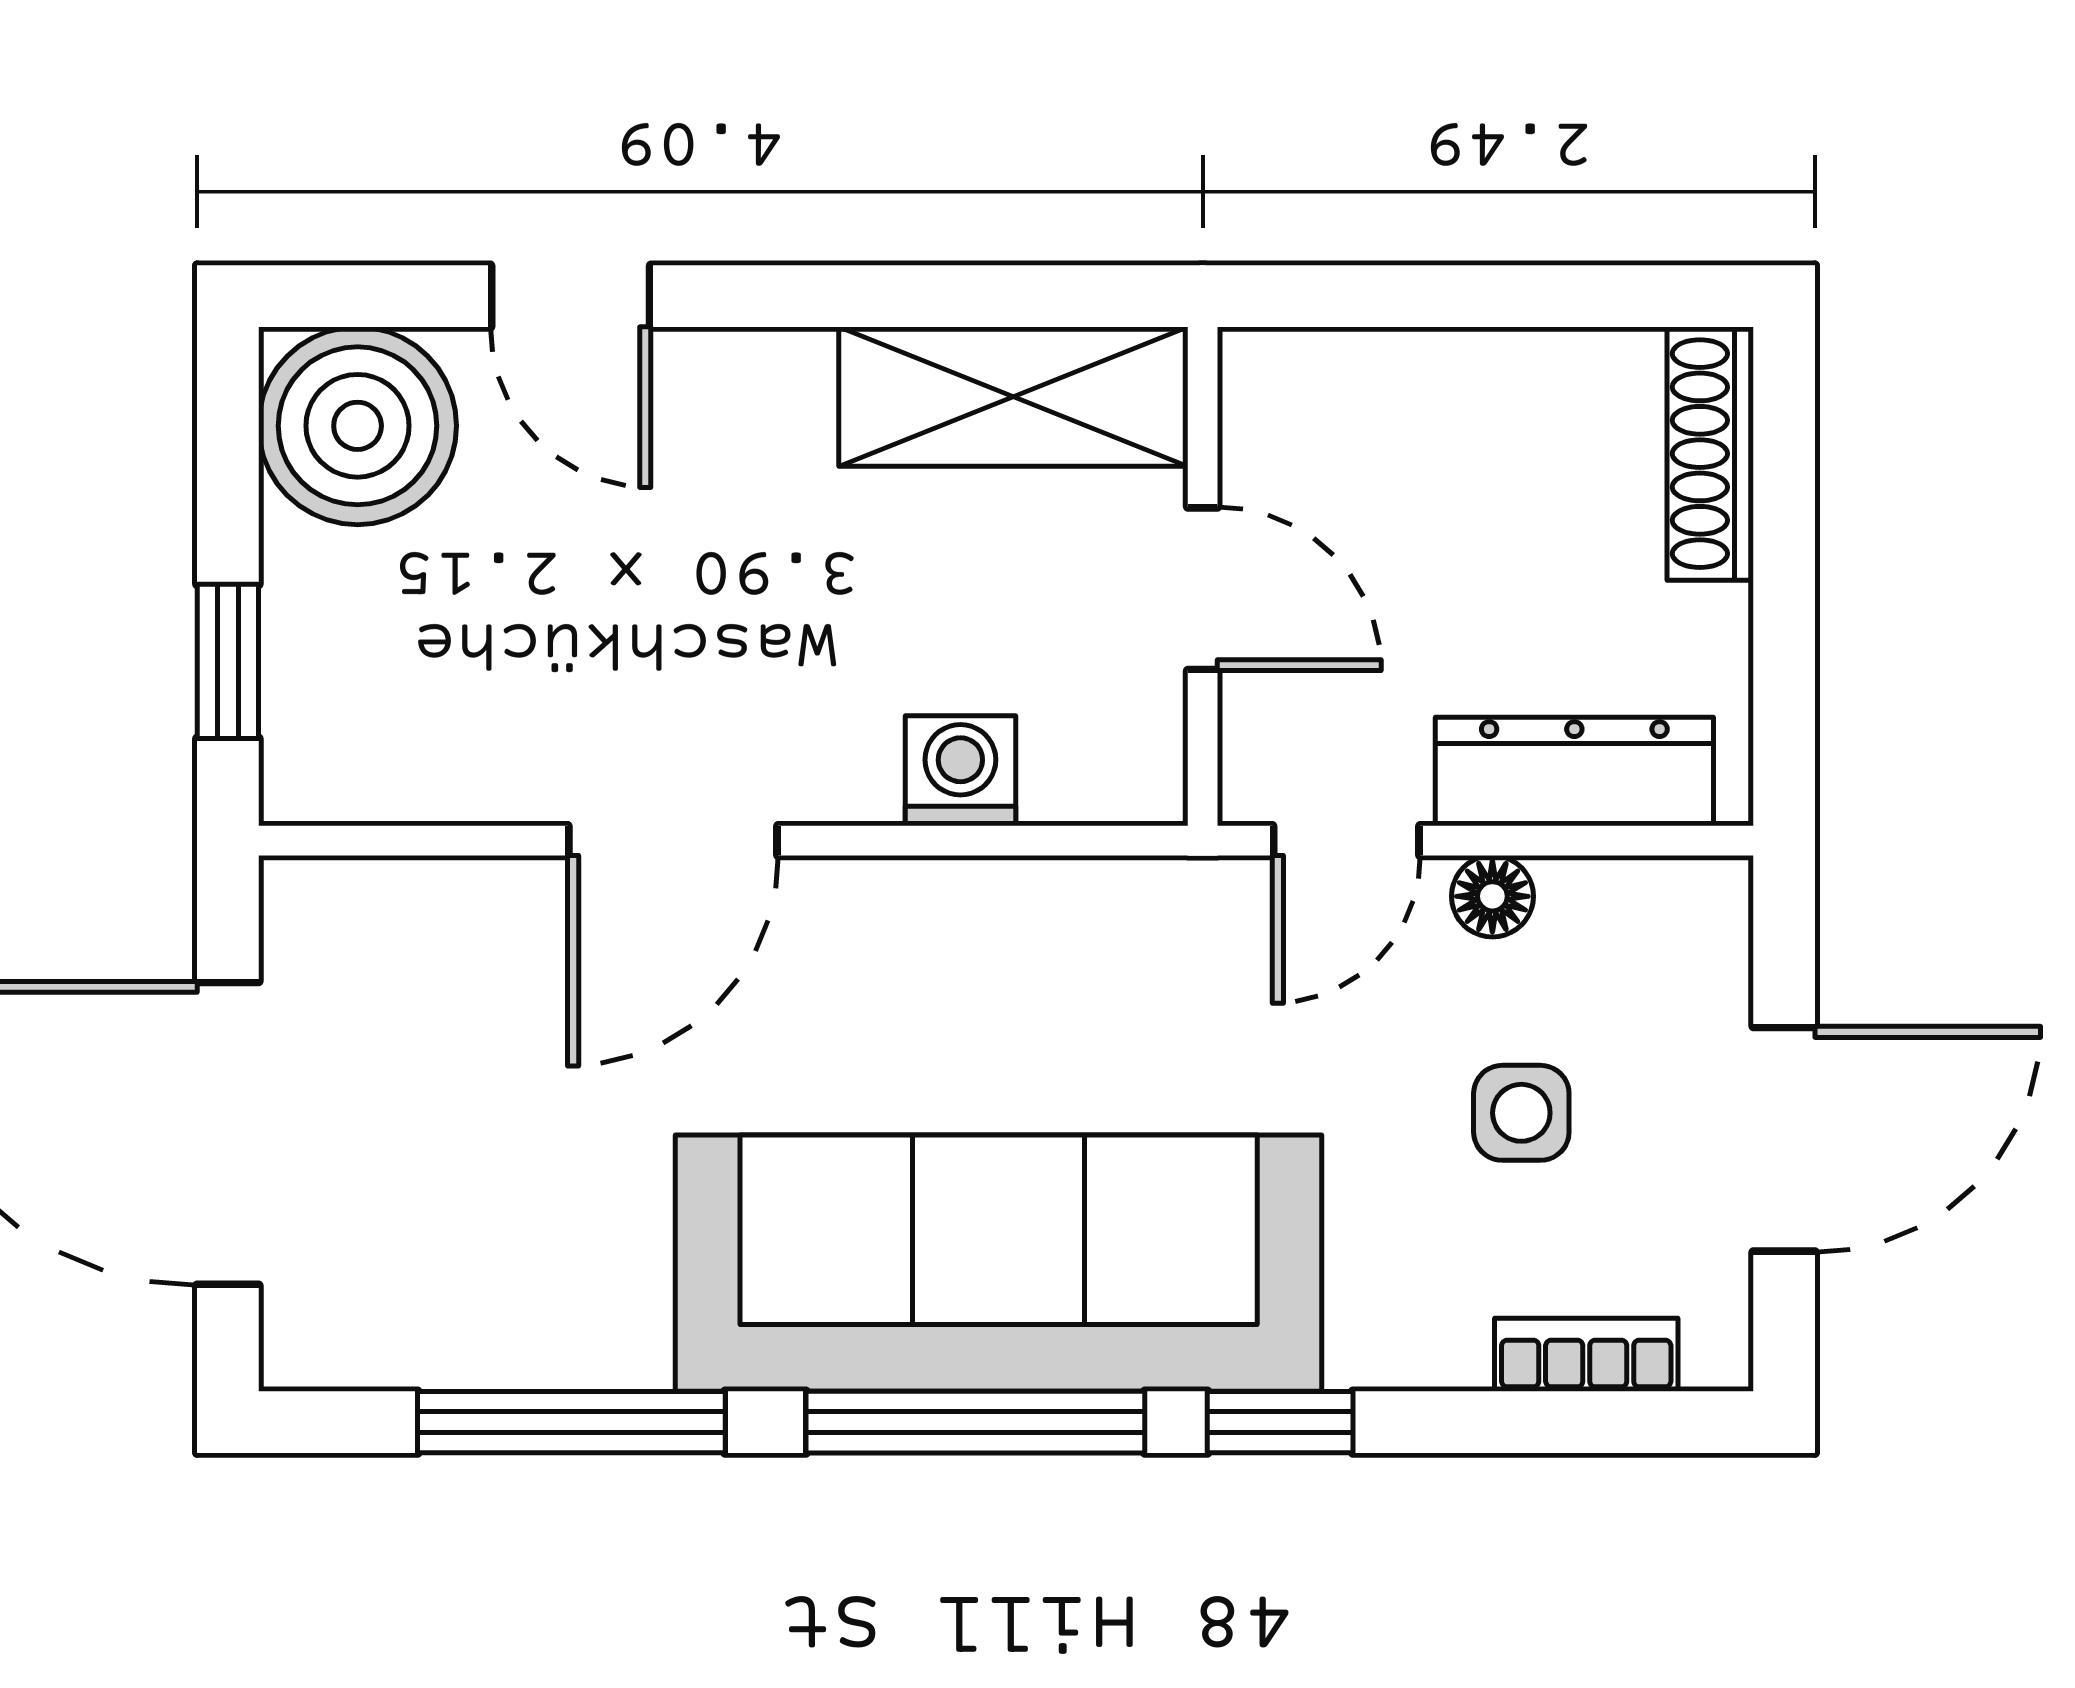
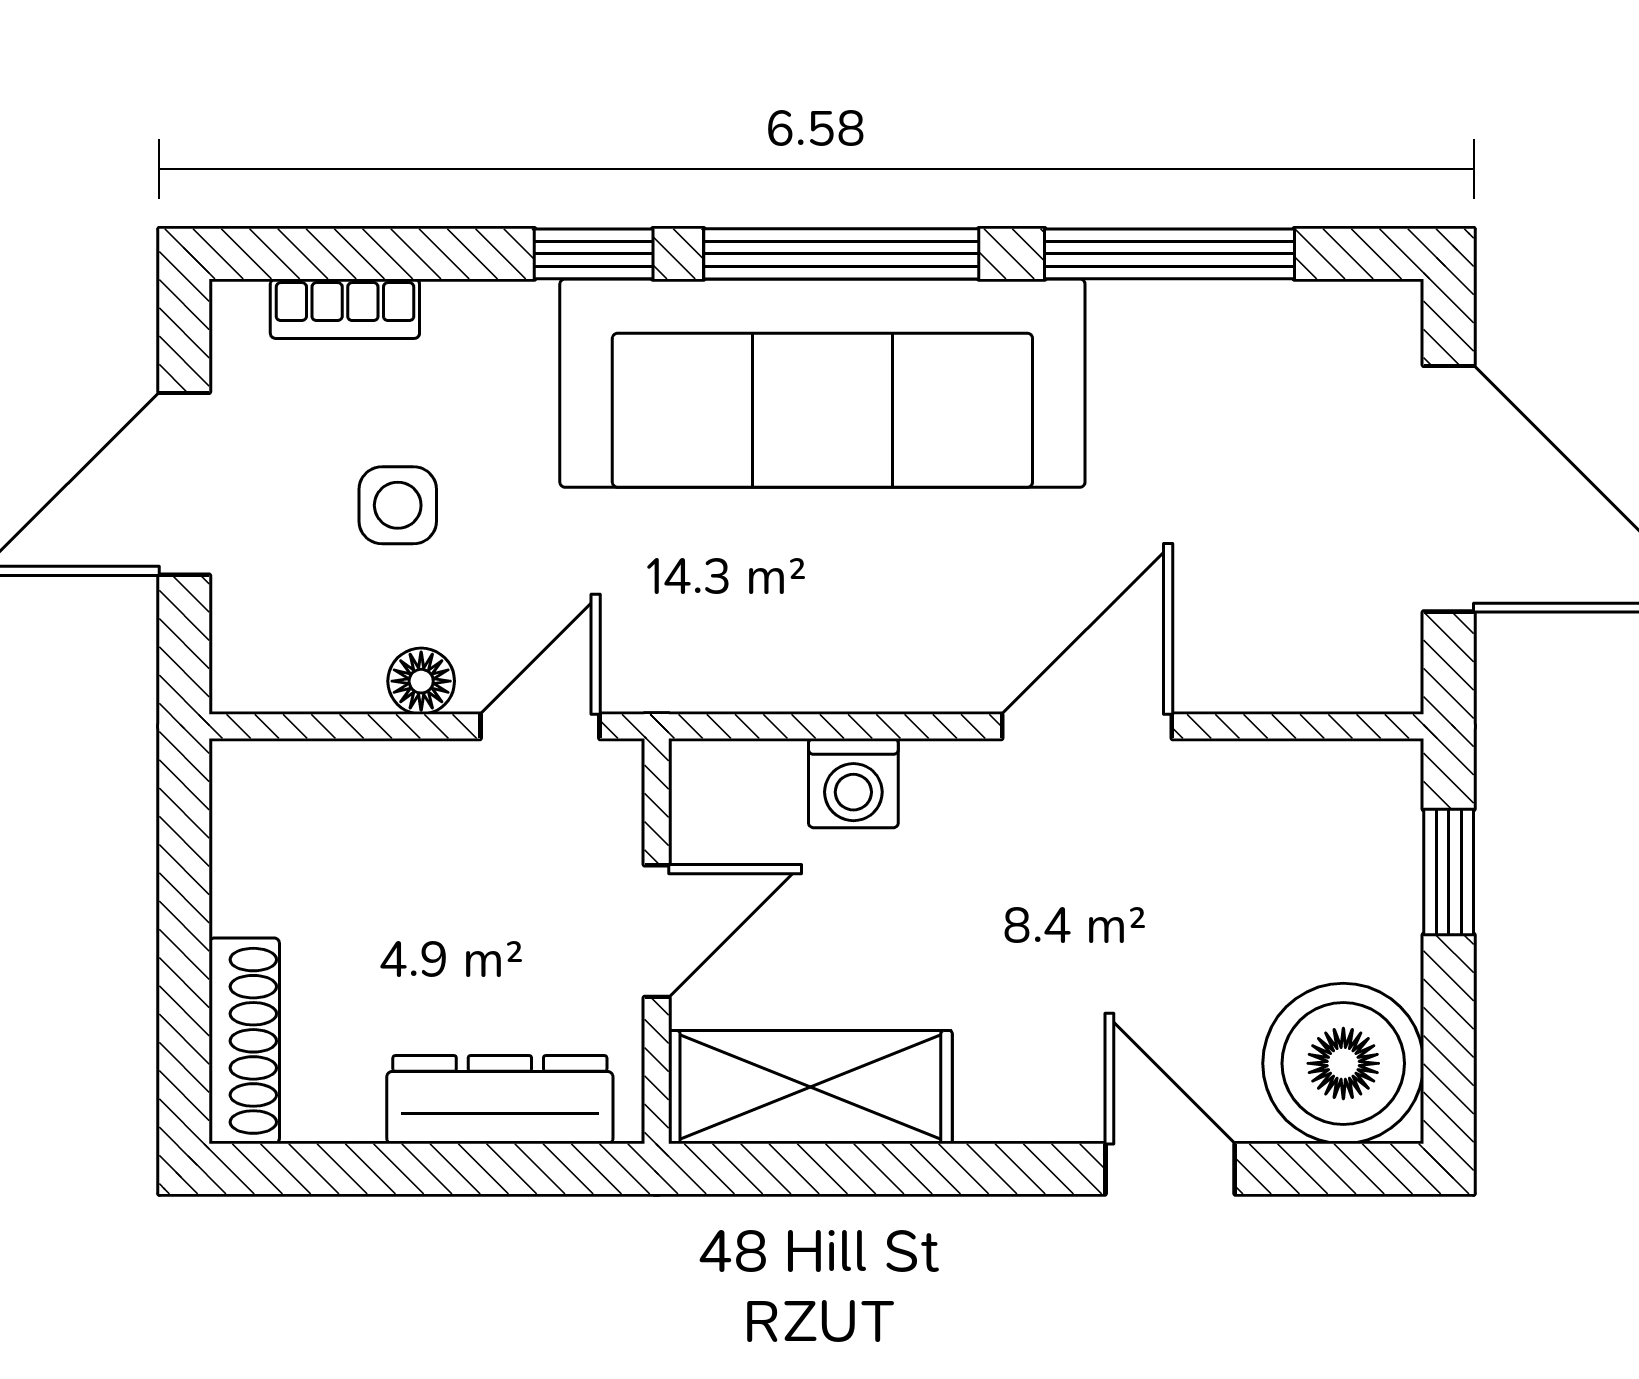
door: (1203, 589) -> (657, 931), swing flipped
dresser: (1574, 772) -> (500, 1100), moved, turned 180

